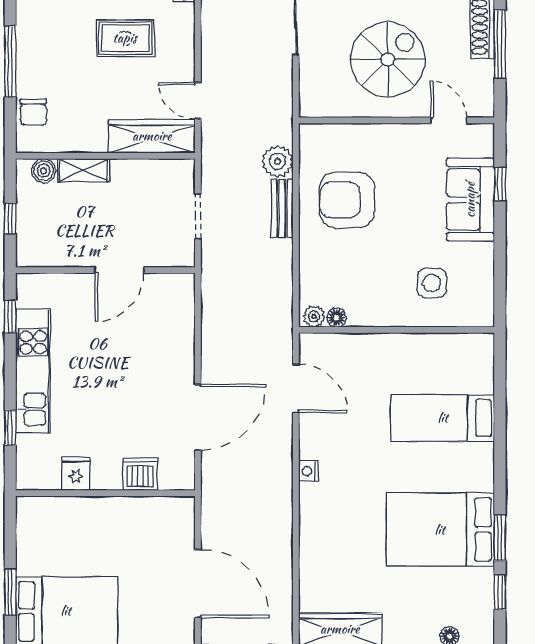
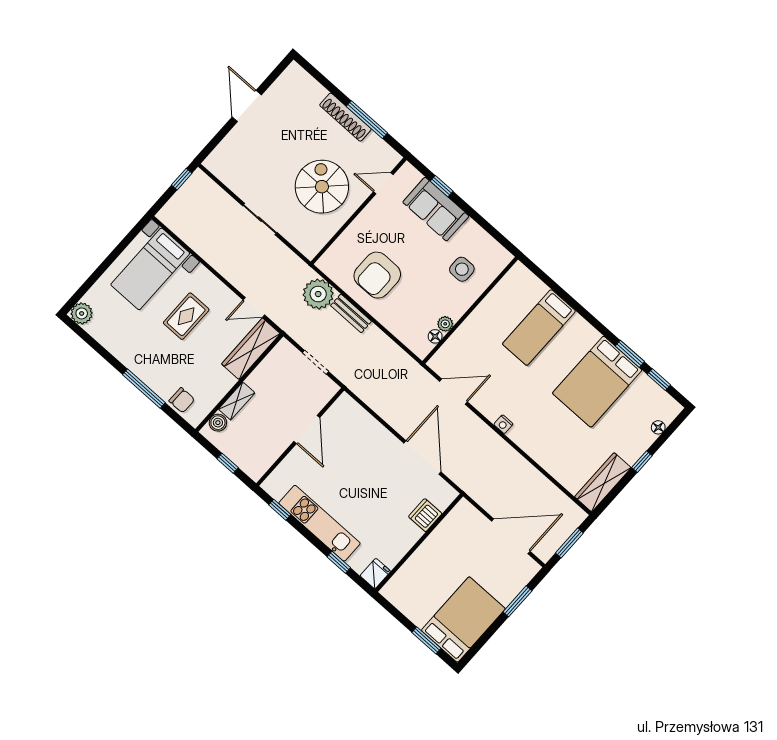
plant: (277, 161) -> (318, 294), width x1.36, depth x1.36
plant: (314, 317) -> (445, 324), moved
fridge: (76, 474) -> (375, 573), moved, turned 90

